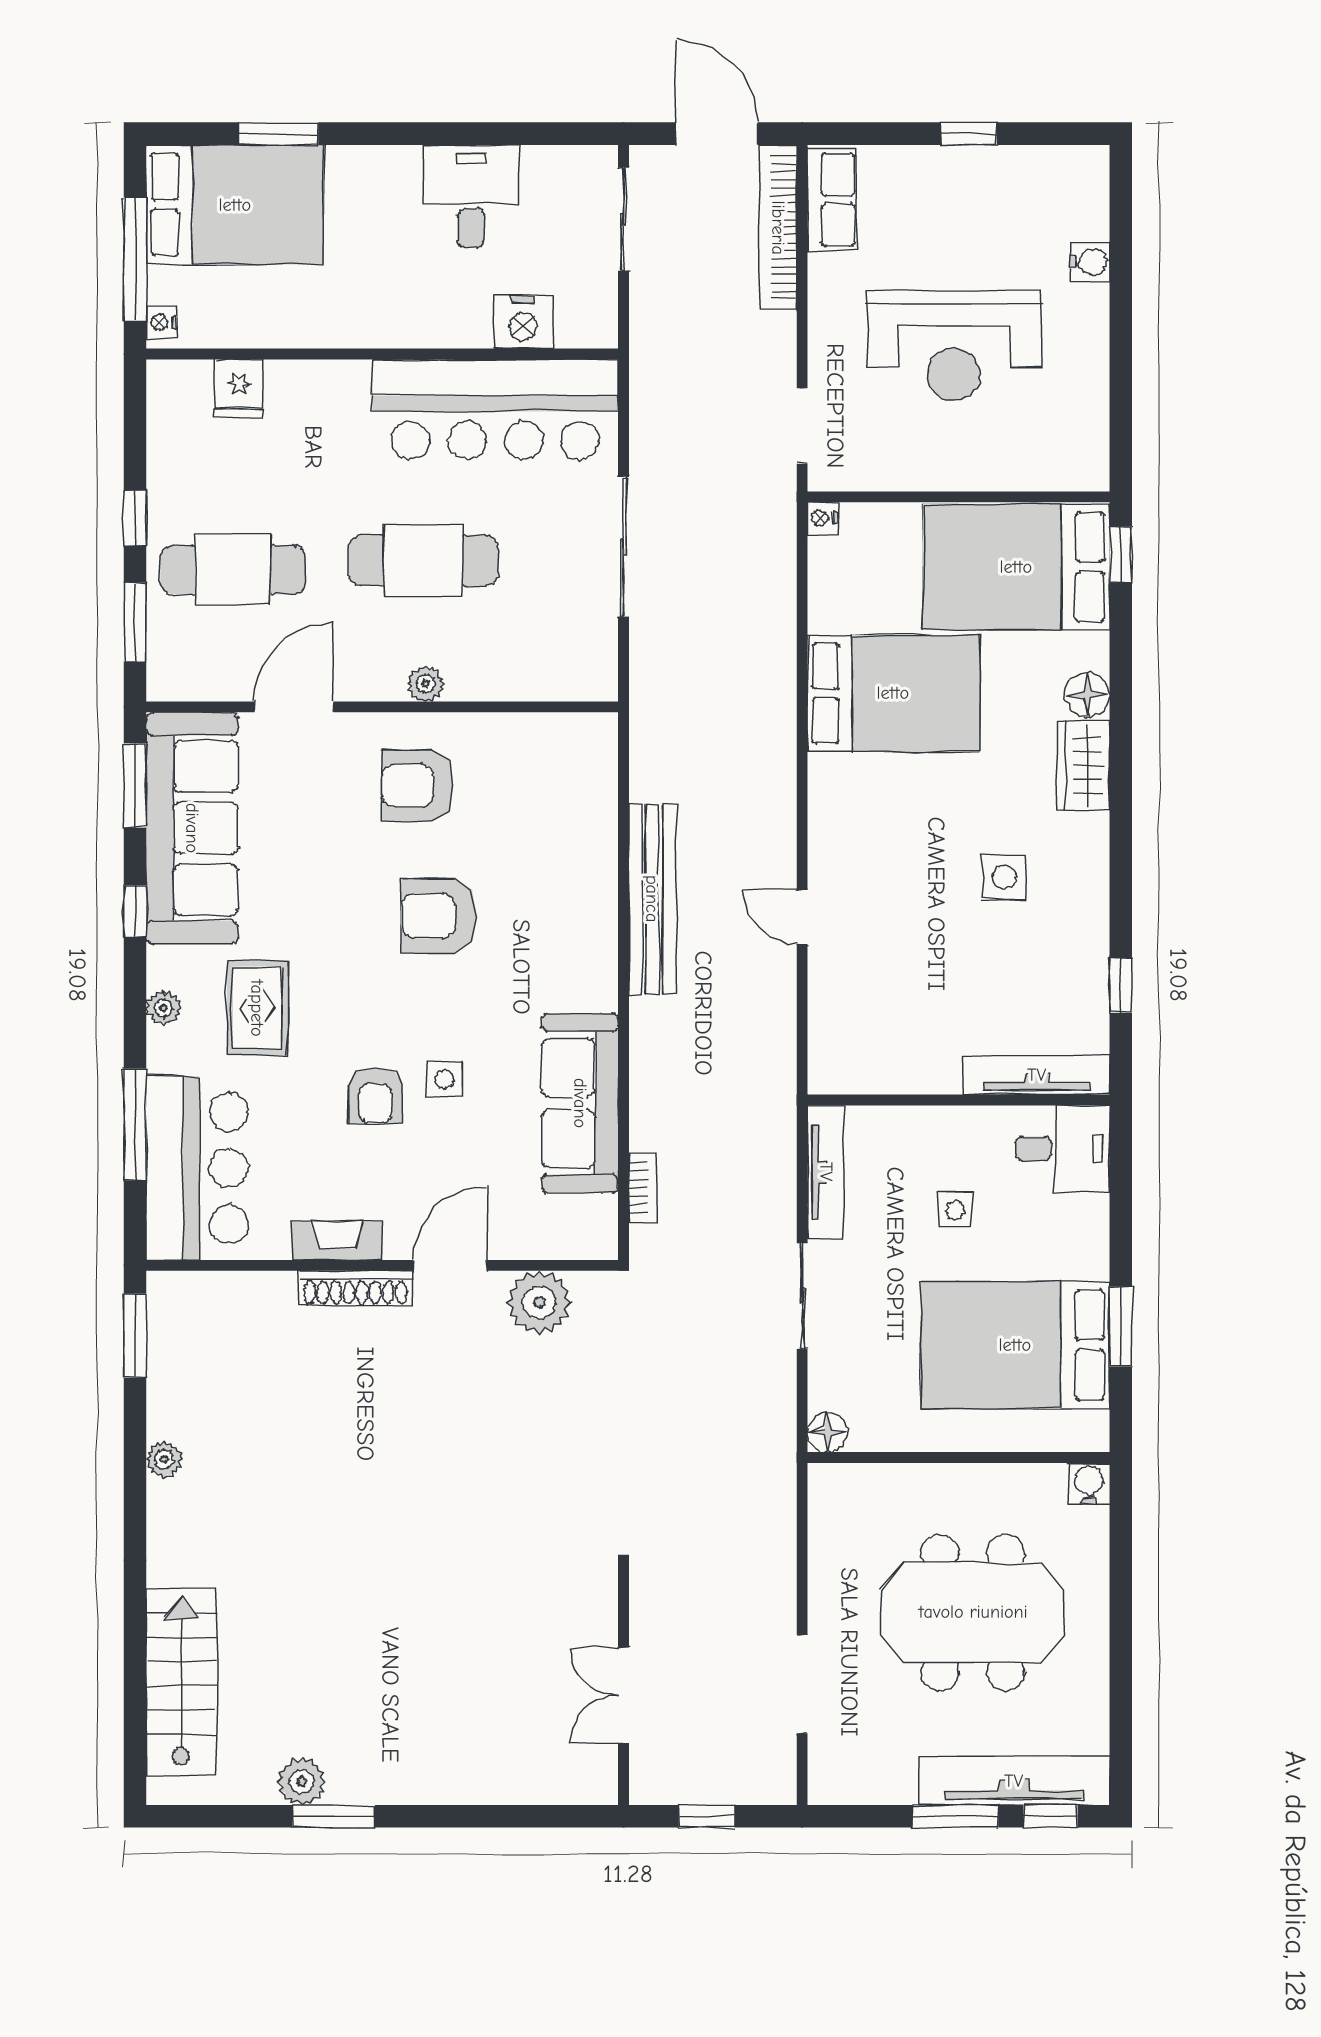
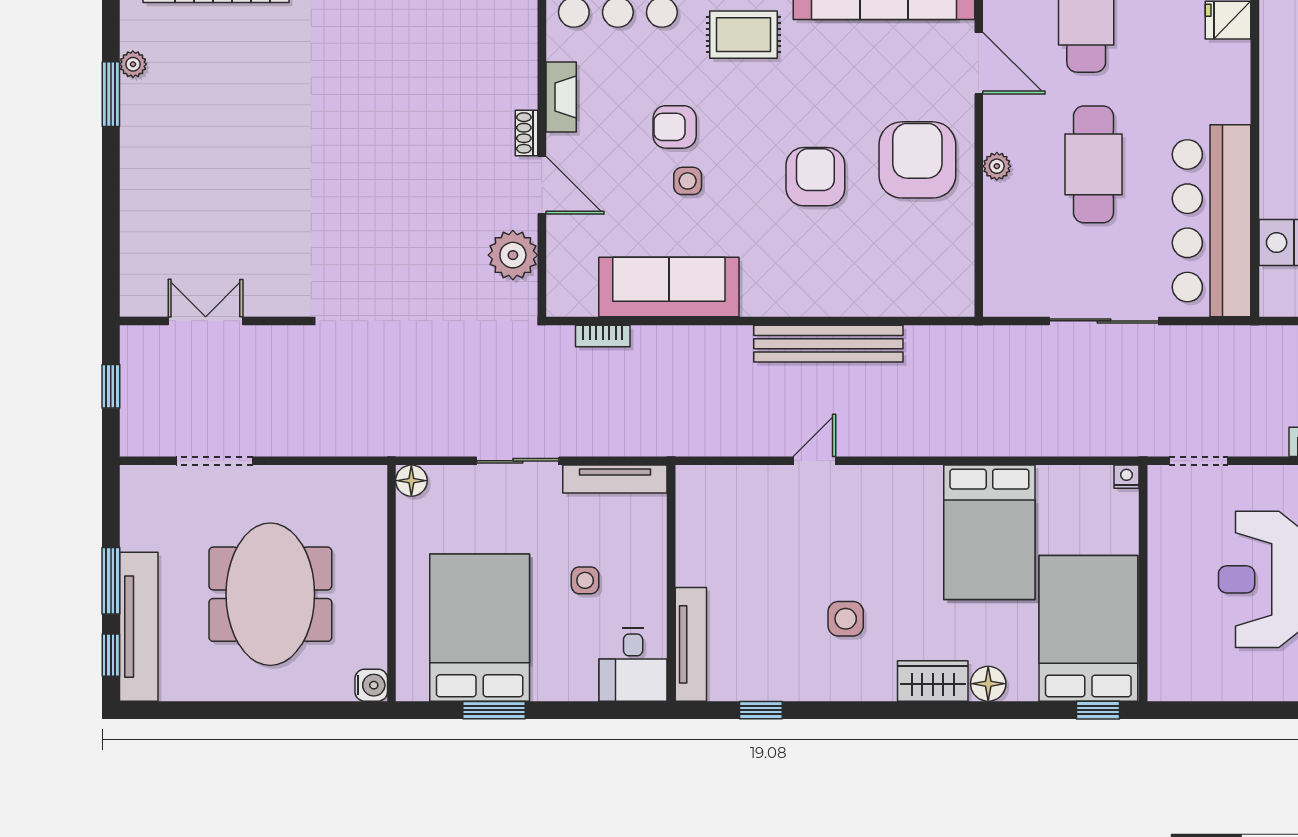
armchair: (418, 785) -> (917, 160), width x1.36, depth x1.36
shoe rack: (355, 1288) -> (527, 133), width x0.51, depth x0.81
plant: (302, 1782) -> (133, 64), width x0.73, depth x0.73

